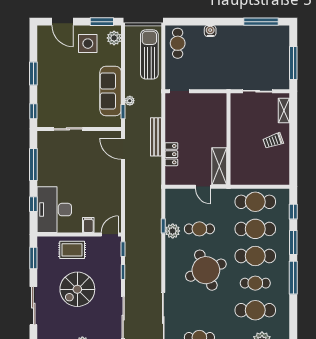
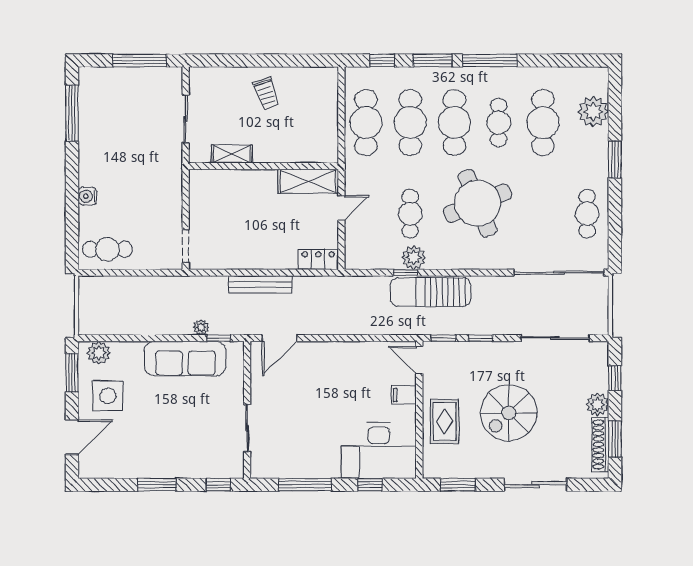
sun lounger: (149, 54) -> (431, 292), moved
shelving: (284, 111) -> (232, 154), moved
locker: (171, 154) -> (318, 259), moved
spiral stairs: (77, 289) -> (509, 413), turned 90

